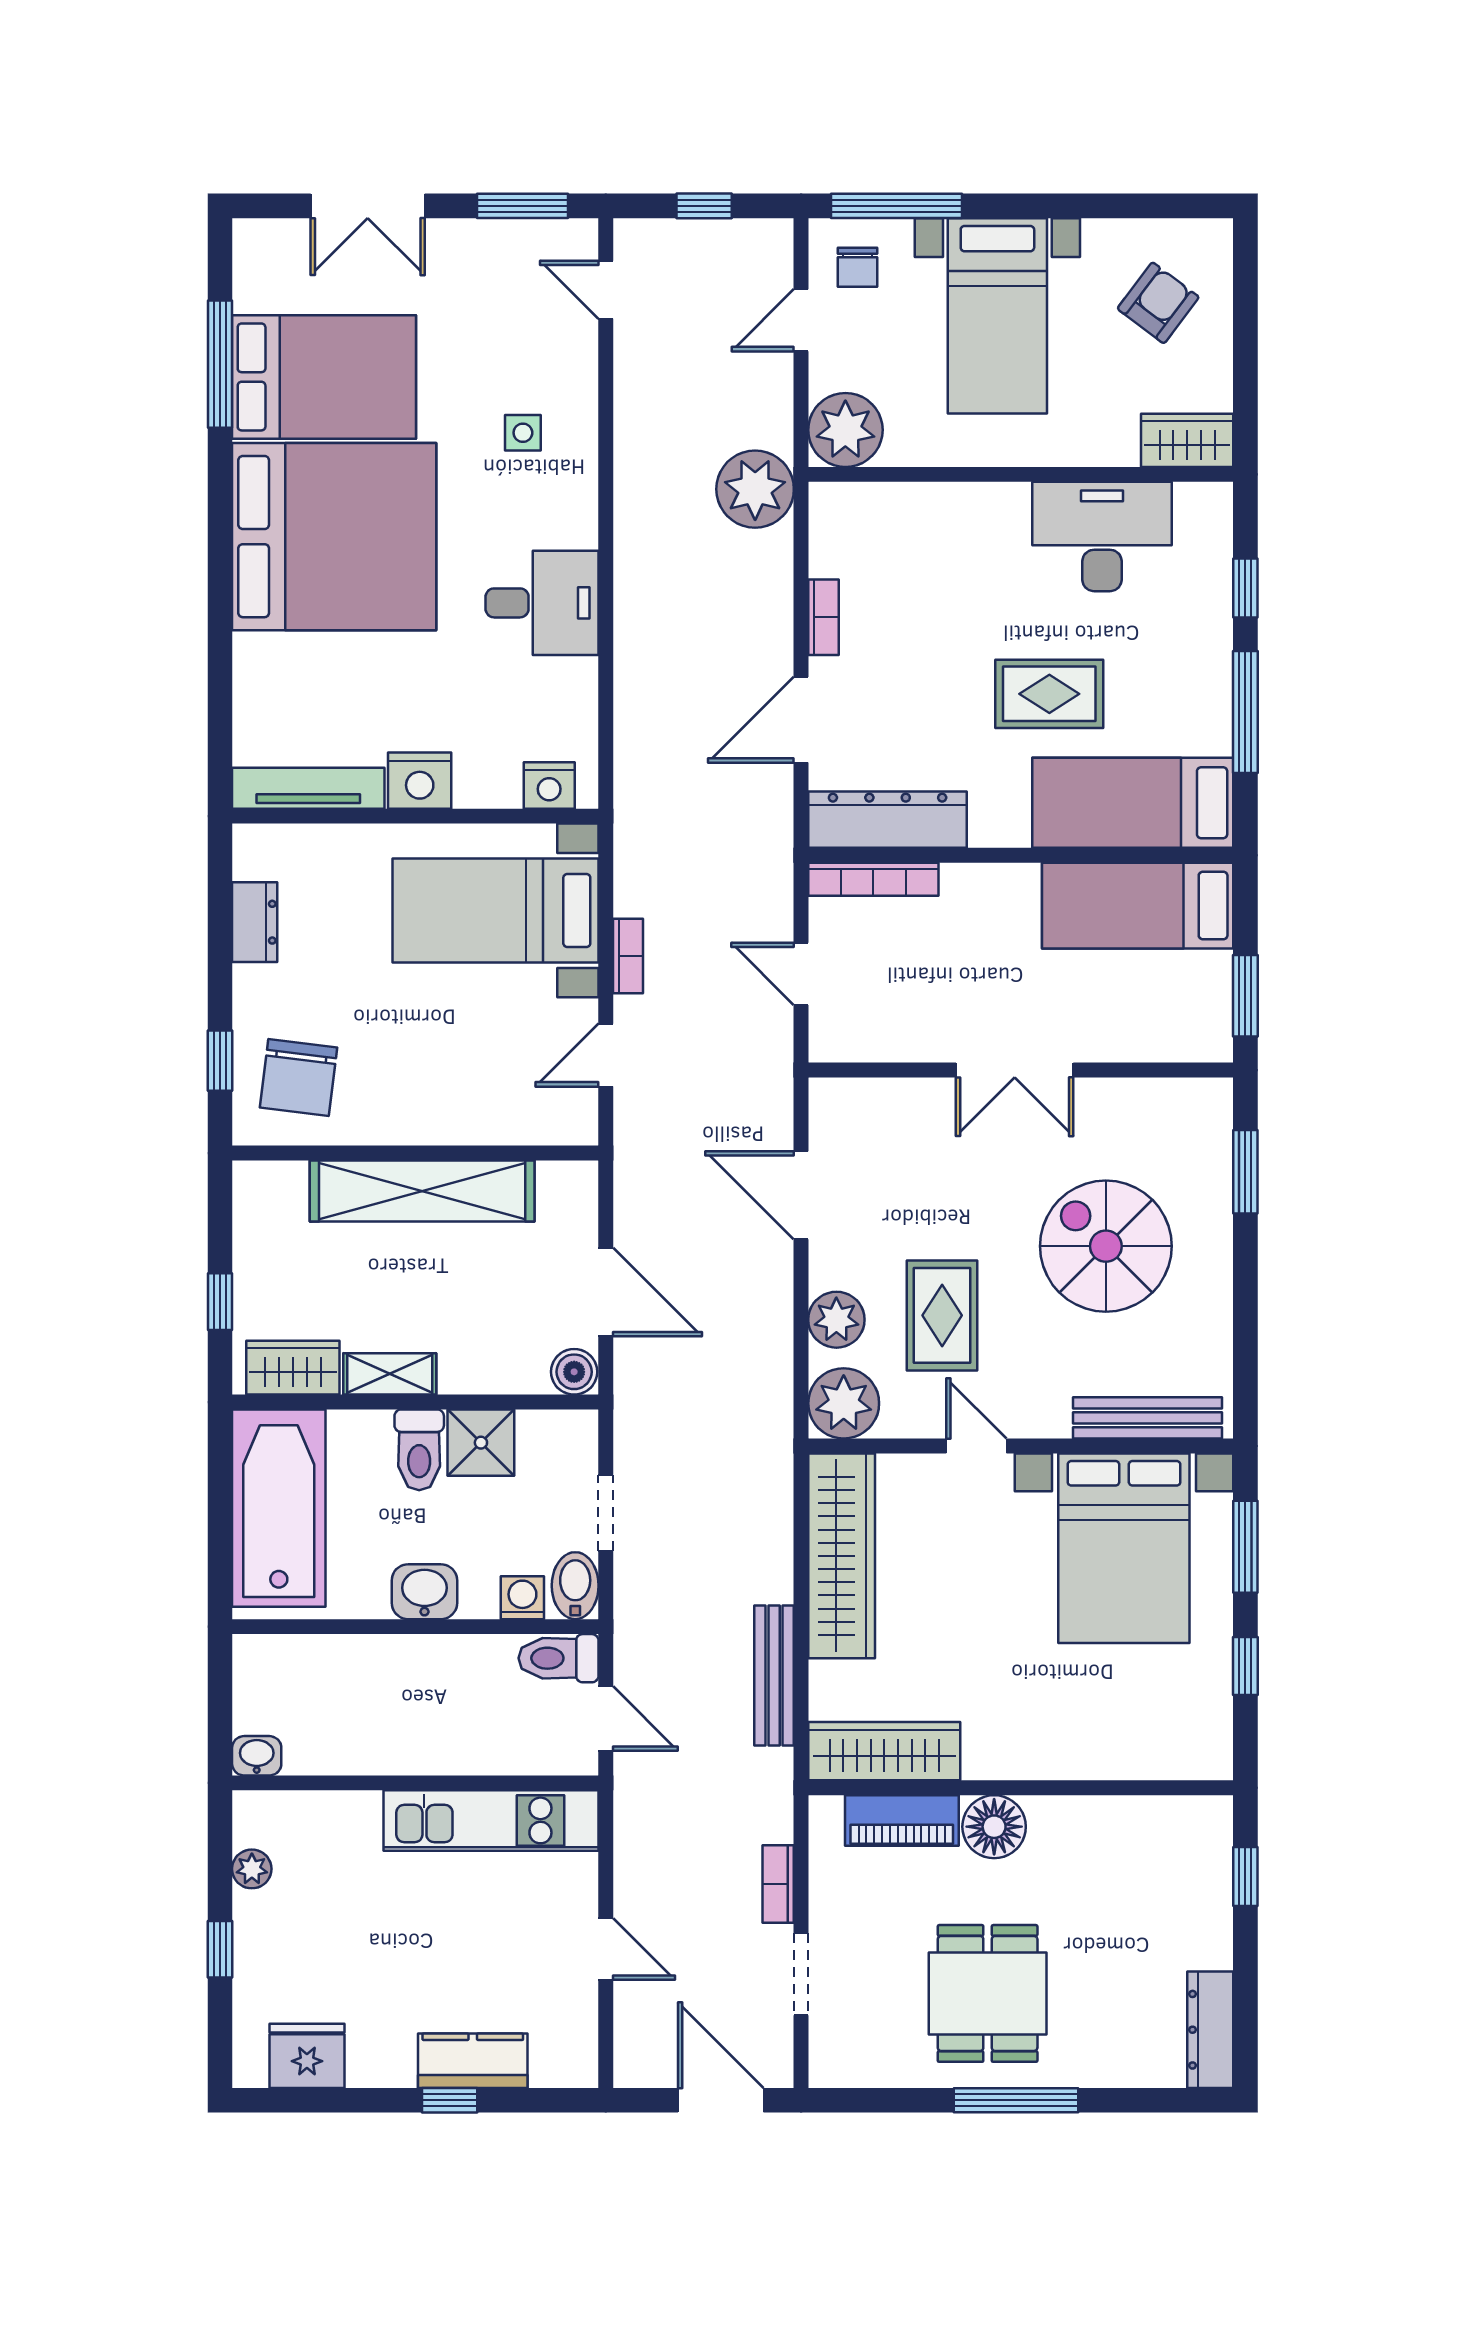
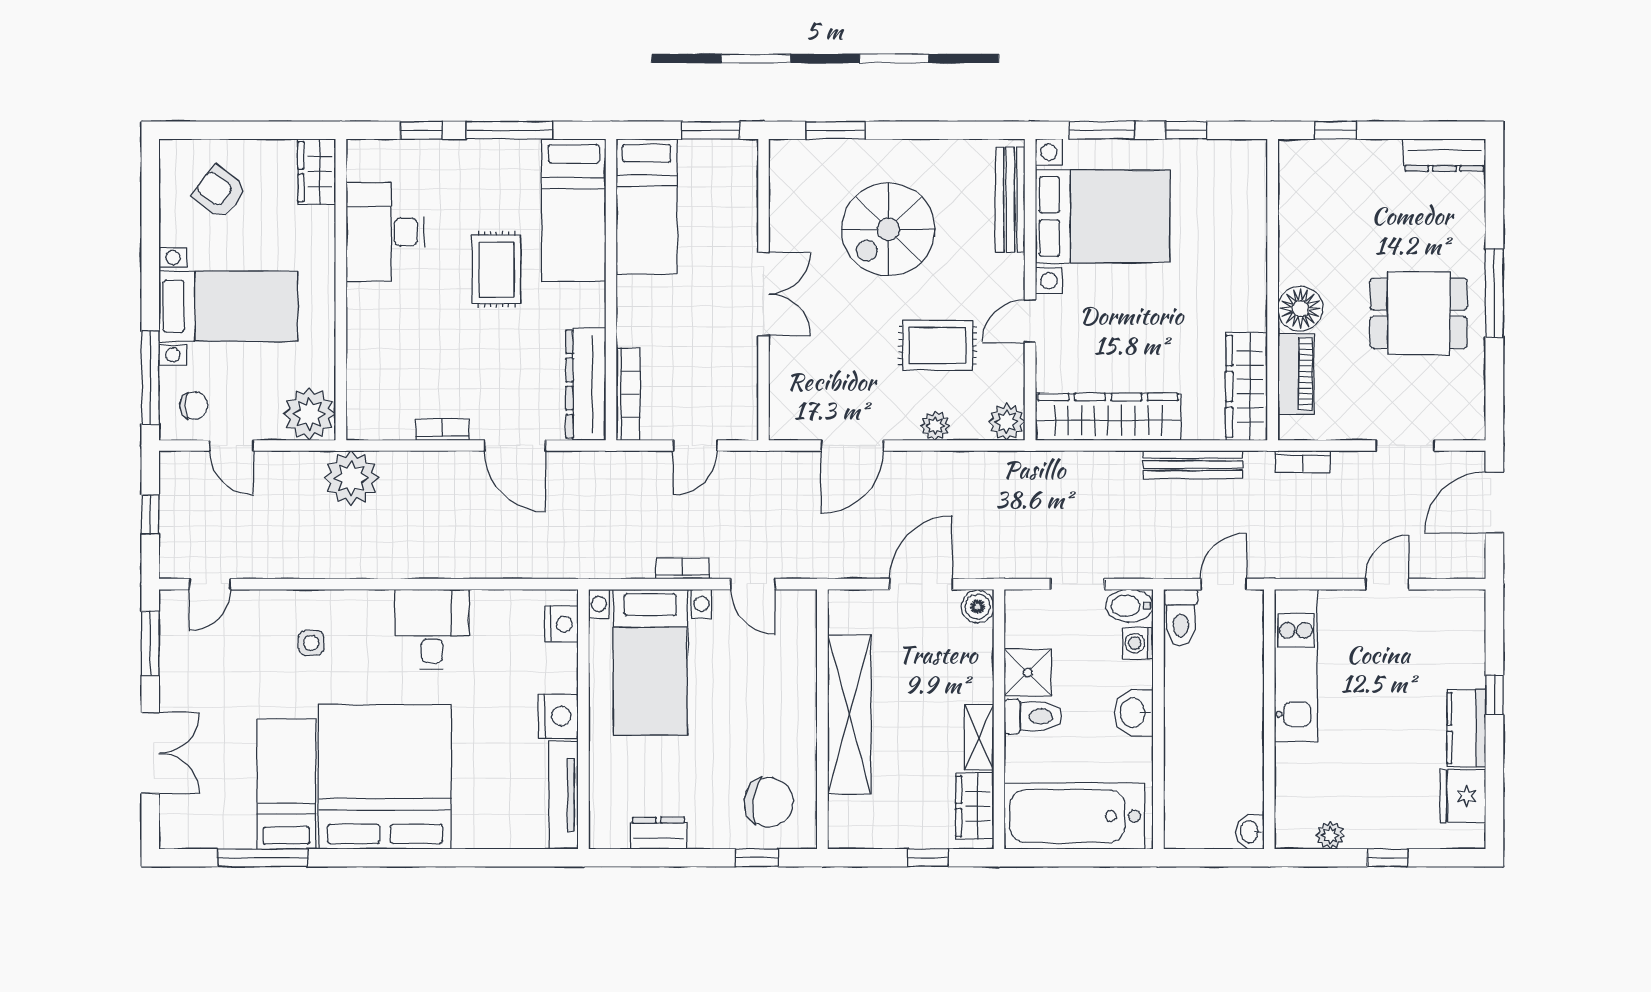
bed: (324, 377) -> (286, 784), width x0.67
plant: (836, 1320) -> (935, 426), width x0.73, depth x0.73
plant: (844, 1403) -> (1007, 422), width x0.73, depth x0.73
bookcase: (778, 1884) -> (1303, 462), moved
kitchen counter: (473, 2061) -> (1466, 728), moved

